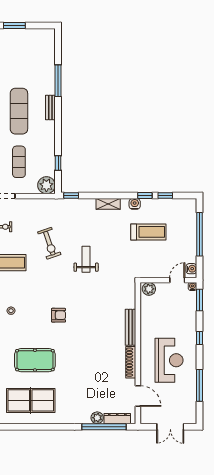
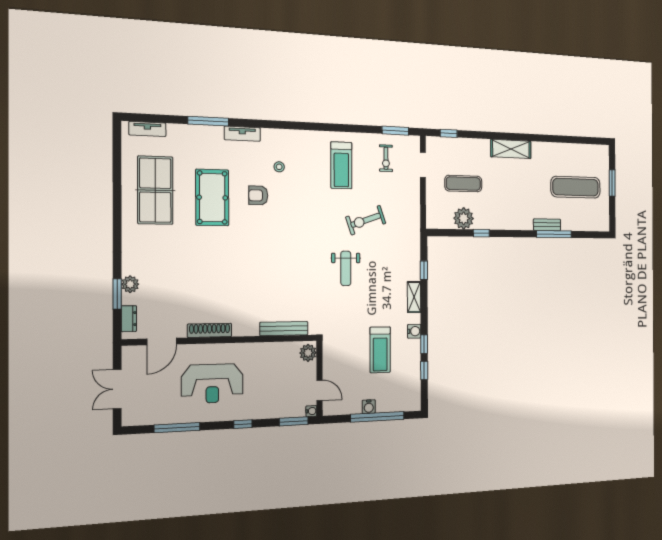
bench: (50, 108) -> (547, 225), moved
exercise mat: (19, 111) -> (576, 187), moved
window: (58, 163) -> (481, 233), moved
plant: (46, 185) -> (464, 218), moved
window: (71, 196) -> (424, 270), moved
weight bench: (86, 259) -> (346, 268), turned 90
water cooler: (191, 269) -> (369, 407), moved
armchair: (59, 315) -> (258, 195), moved, turned 90
bench: (131, 327) -> (284, 329), moved
dresser: (117, 419) -> (129, 319), width x0.70
window: (104, 427) -> (117, 294), width x0.47

